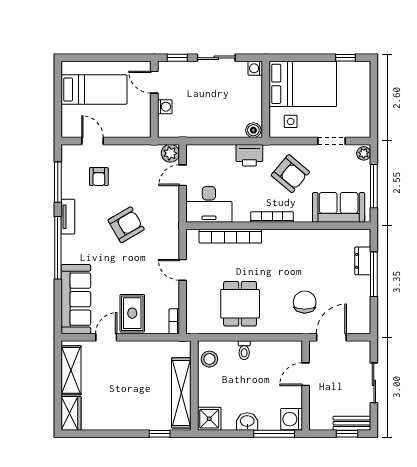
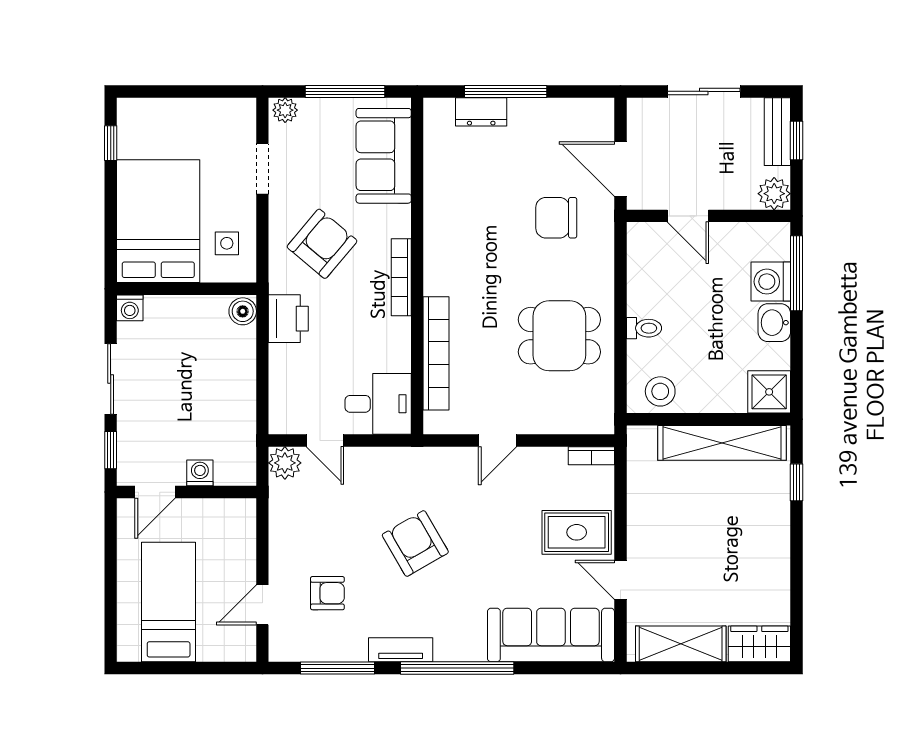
desk: (209, 204) -> (378, 404), width x0.73
washing machine: (292, 419) -> (771, 282), moved, turned 90
plant: (318, 421) -> (774, 194), added

